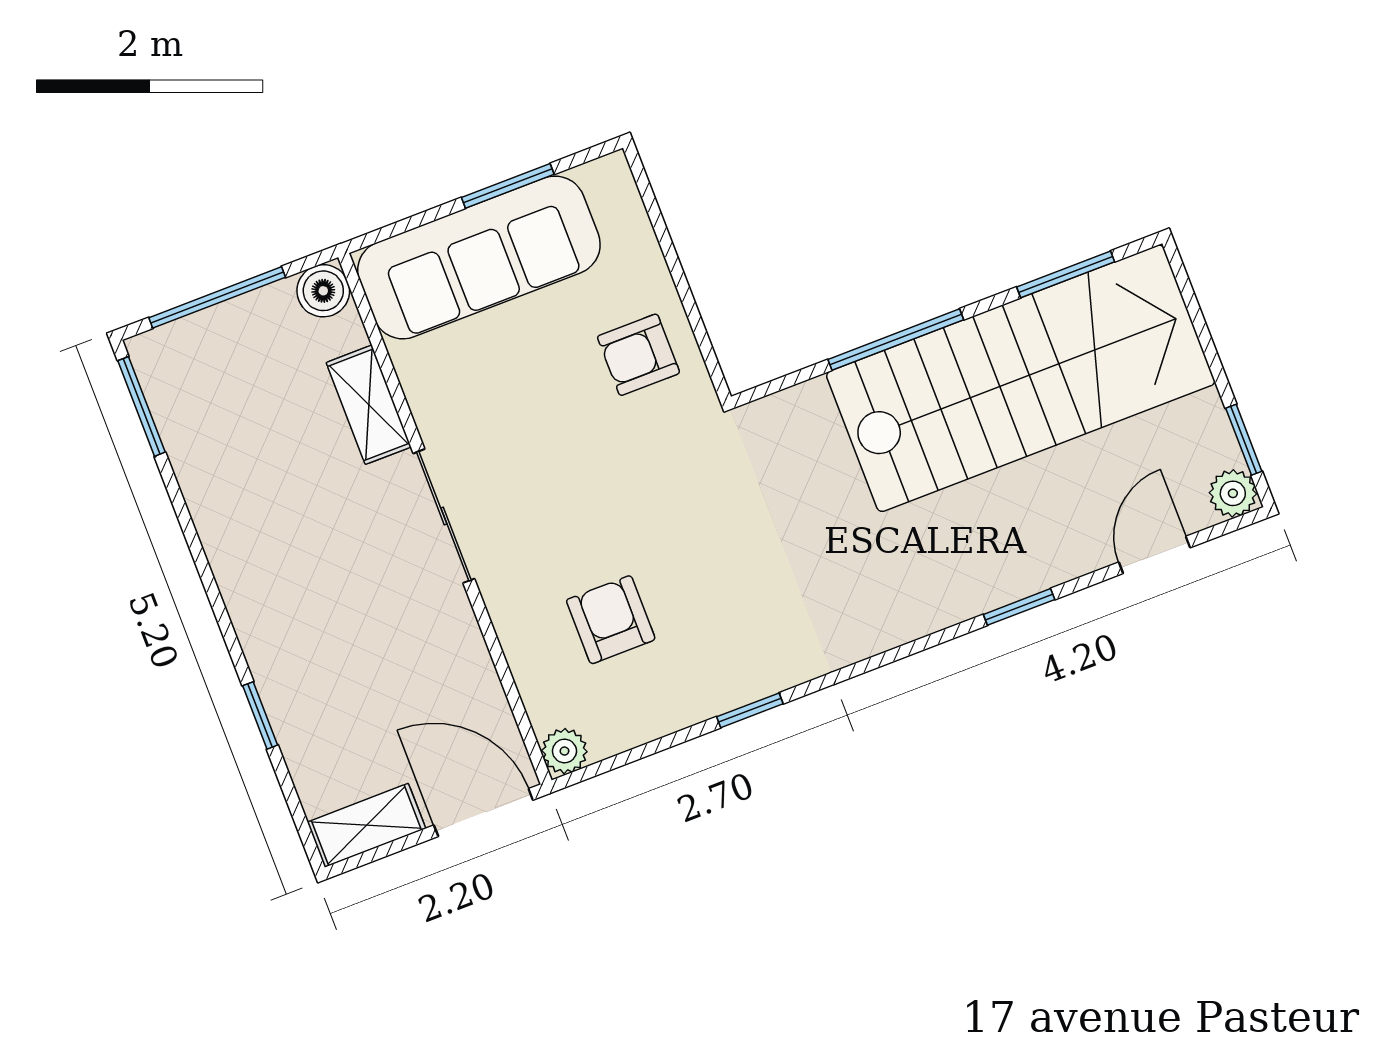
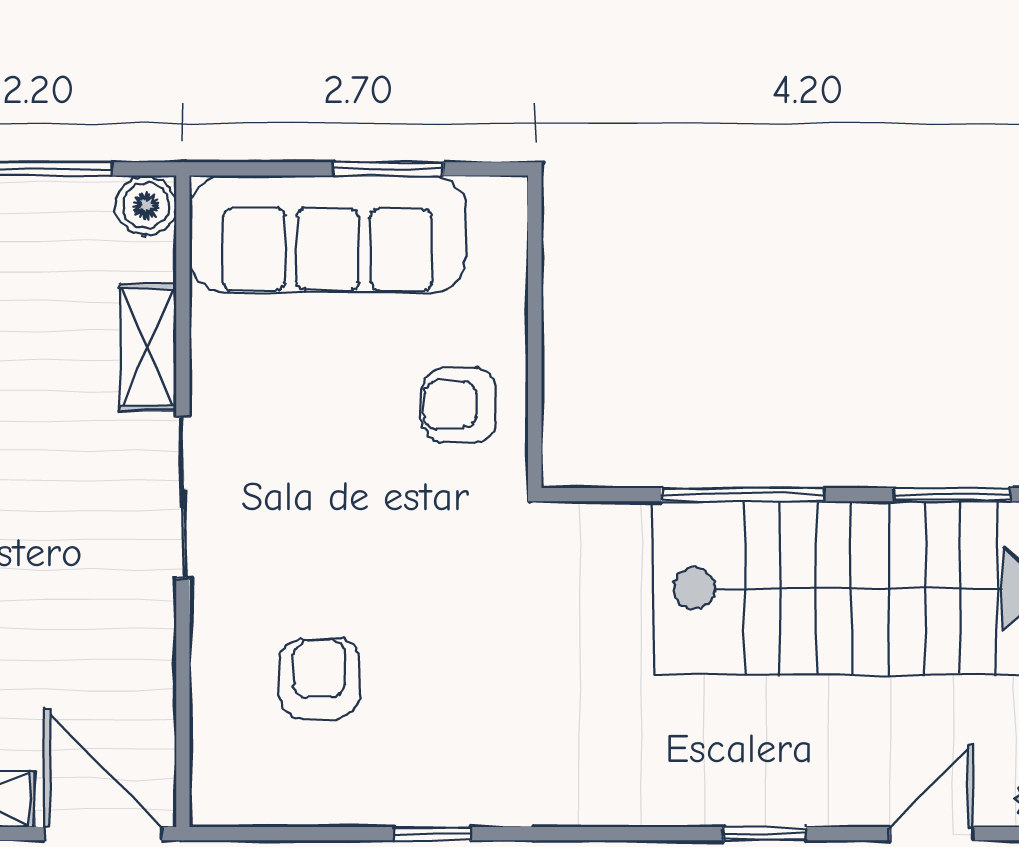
plant: (564, 751) -> (216, 801), removed

